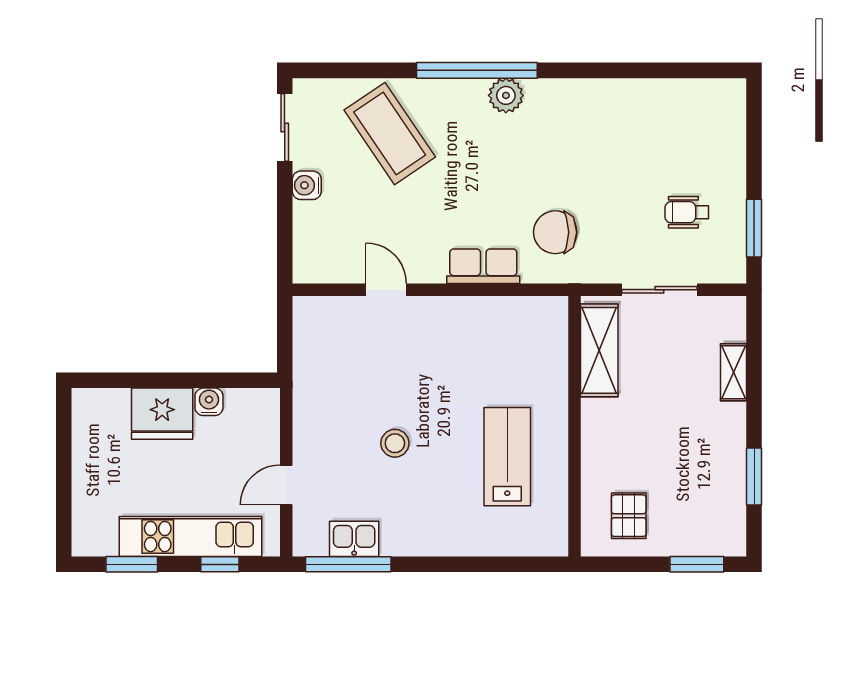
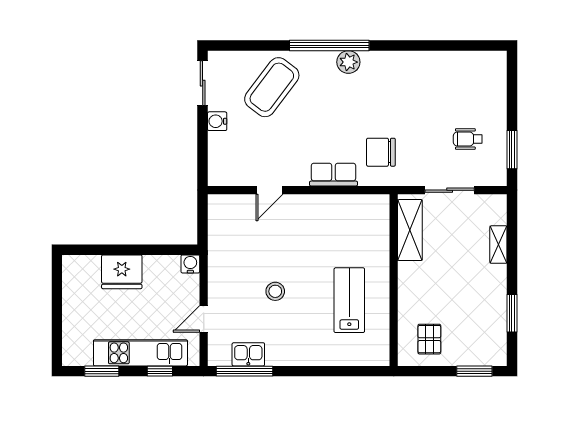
coffee table: (390, 134) -> (272, 87), turned 71
door: (386, 290) -> (269, 190), swing flipped
water cooler: (209, 402) -> (190, 264), moved

